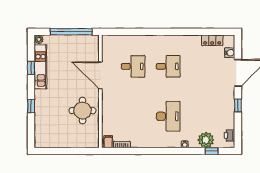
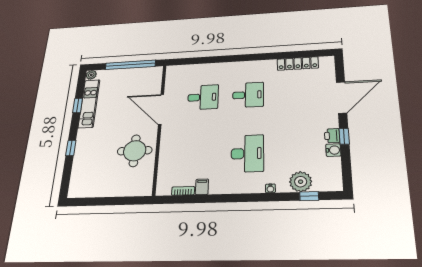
locker: (212, 40) -> (298, 64), width x1.53
water cooler: (230, 53) -> (333, 150), moved
printer: (229, 135) -> (332, 136), moved
filing cabinet: (108, 142) -> (202, 187), moved

